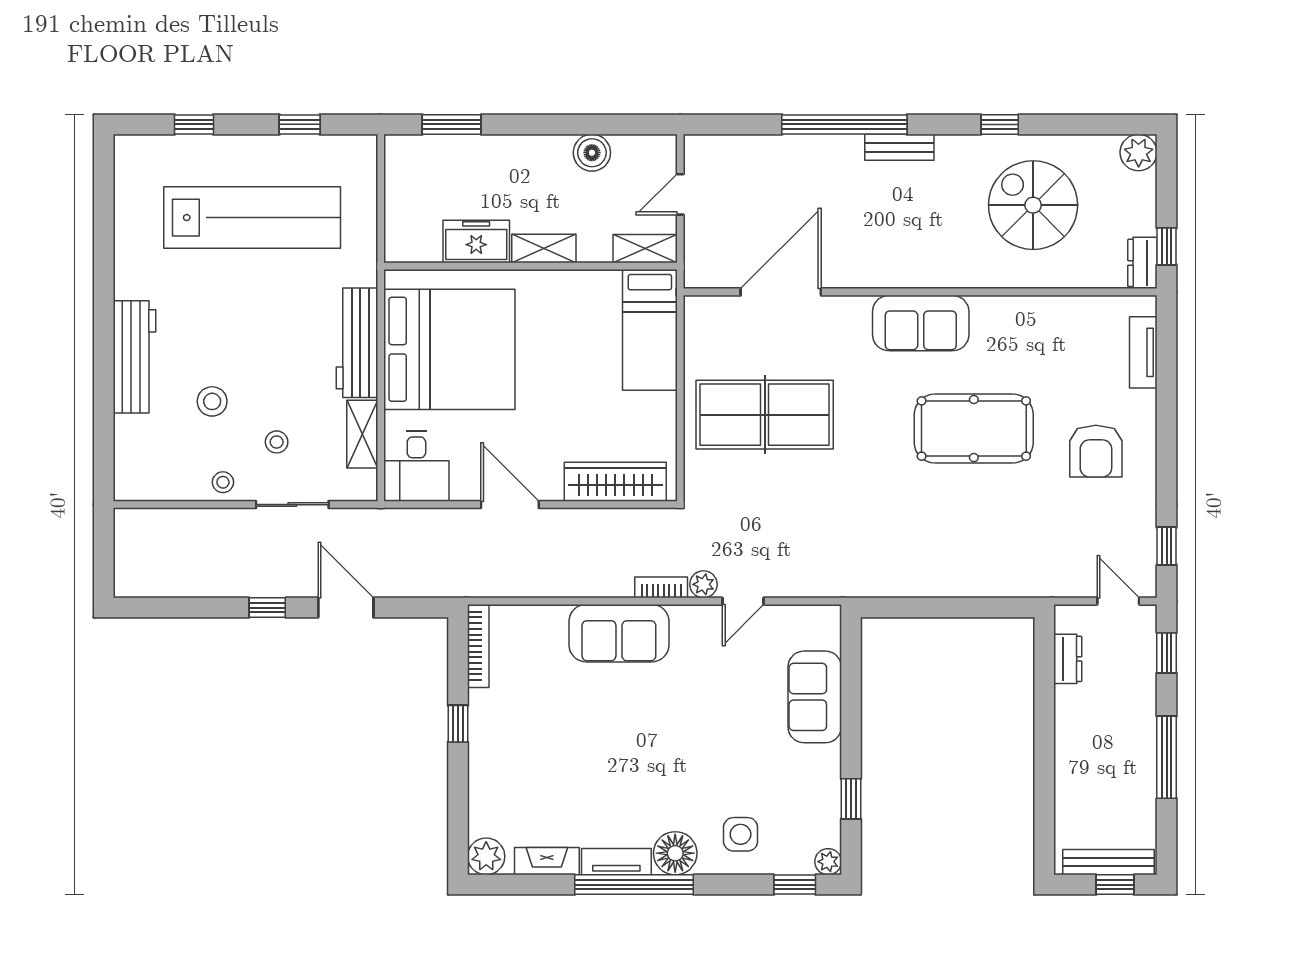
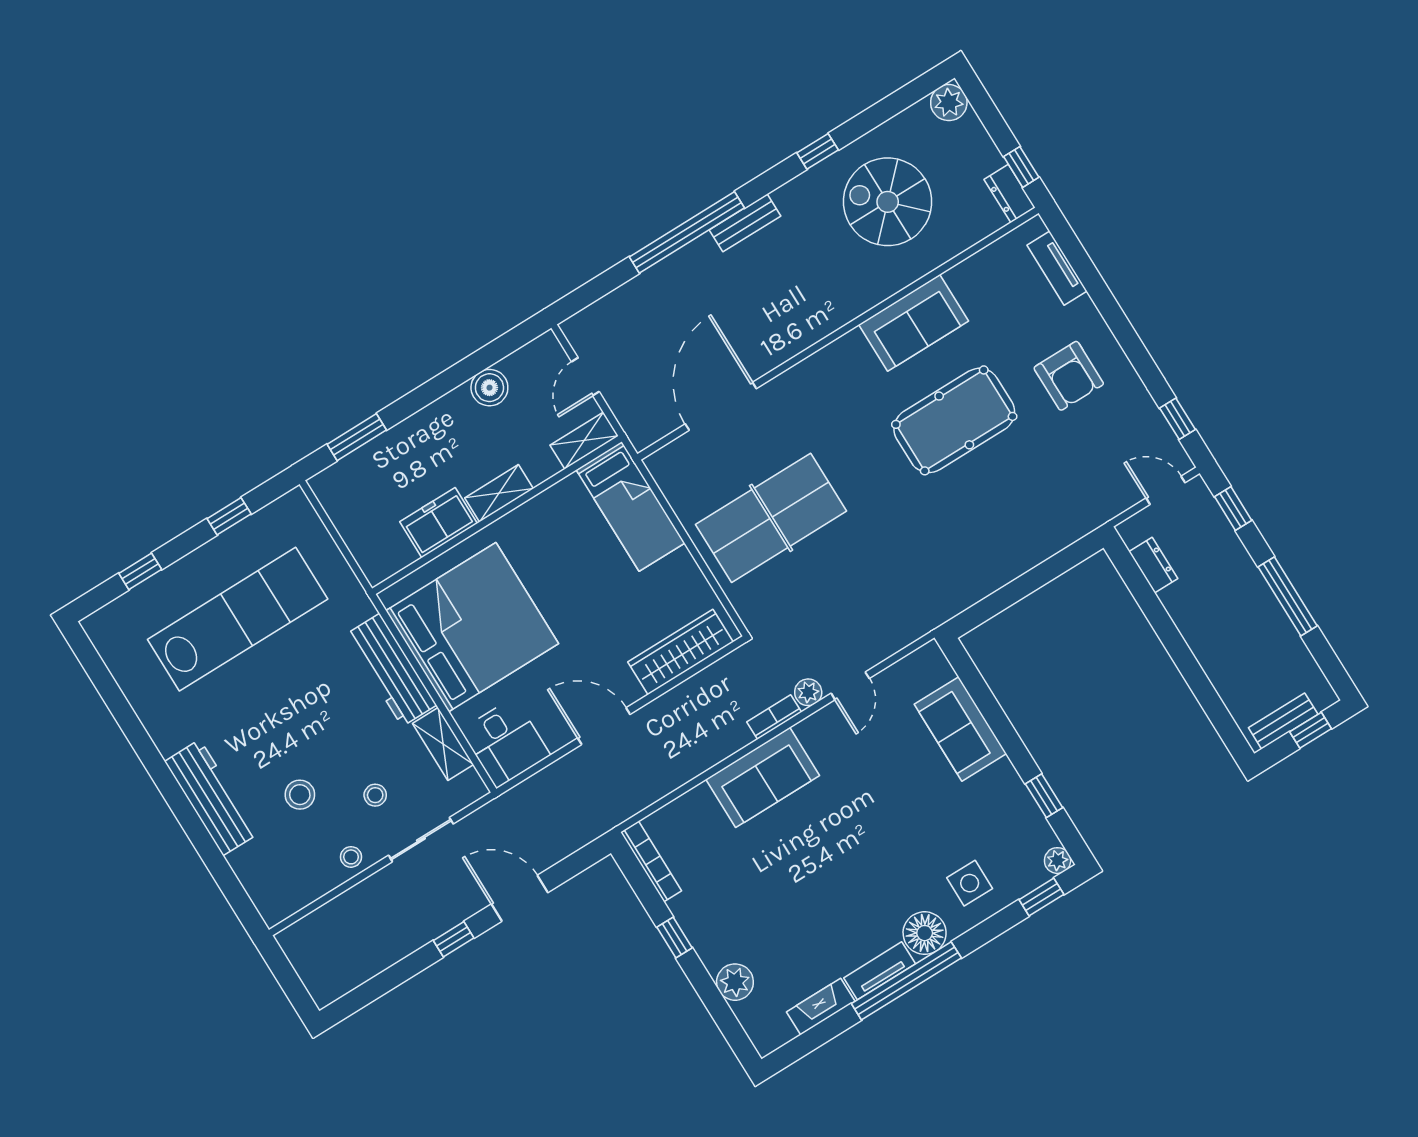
sofa: (921, 323) -> (914, 323), moved
plant: (486, 856) -> (735, 982), moved
bench: (1109, 862) -> (1283, 721), width x0.73

